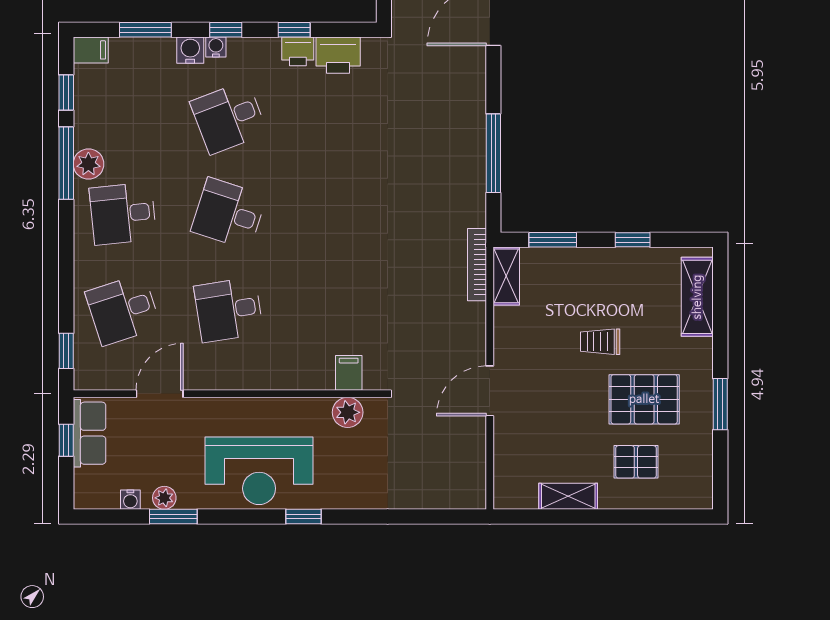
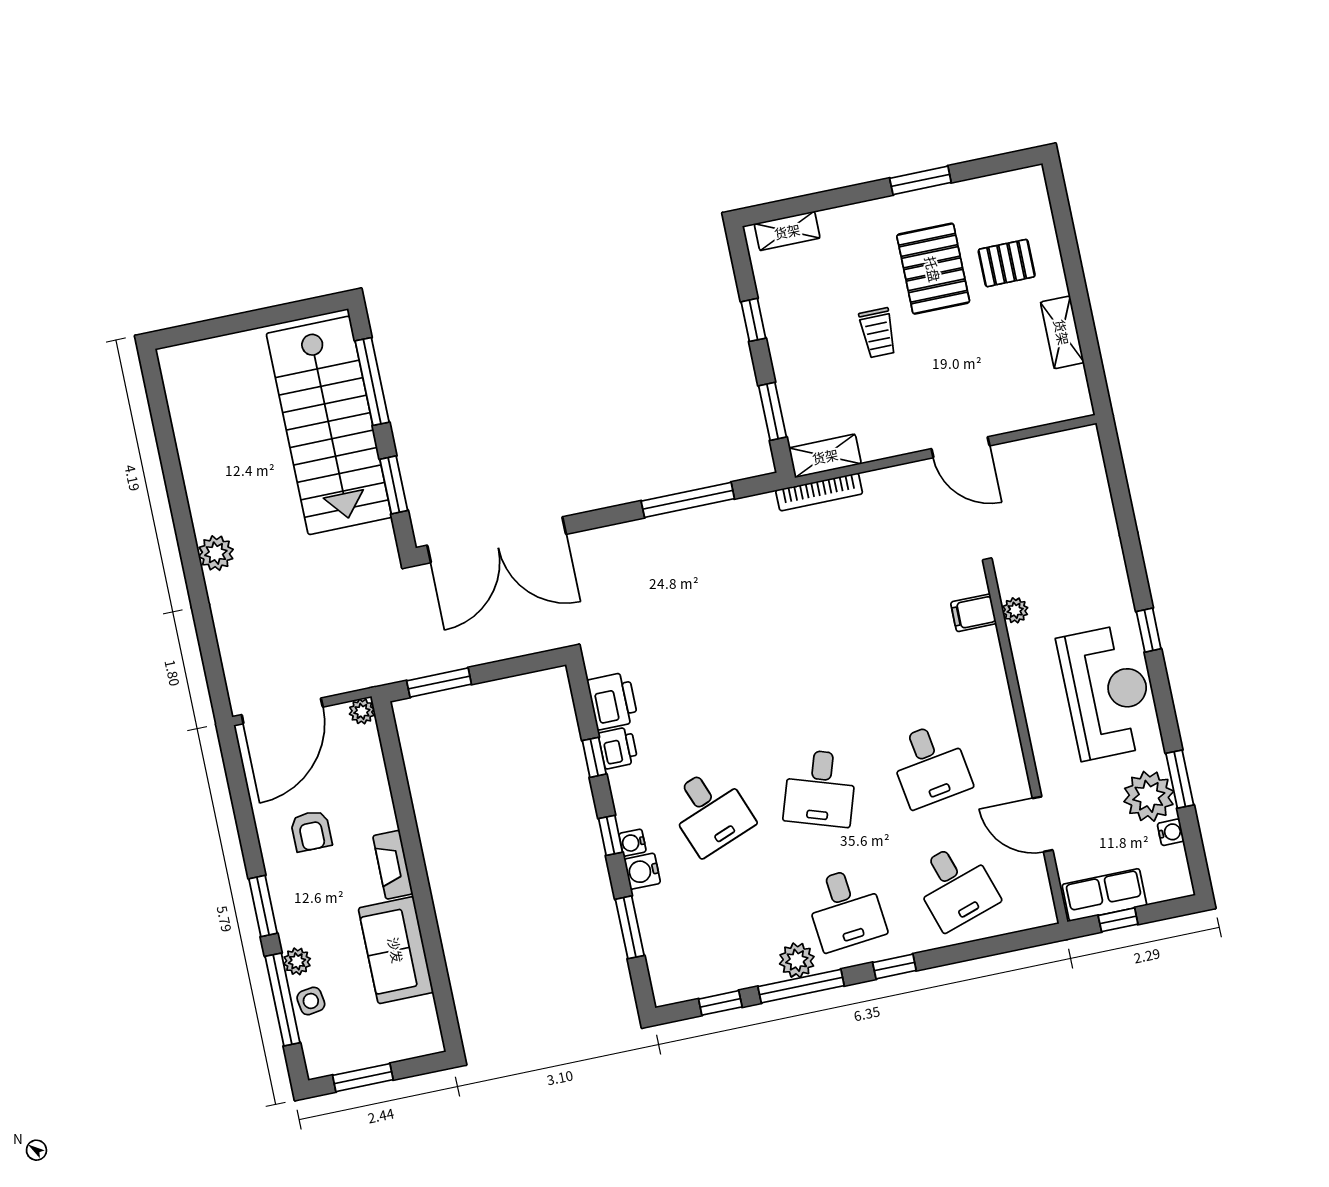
filing cabinet: (91, 50) -> (666, 985), removed
shelving: (697, 297) -> (787, 231), width x0.67, depth x0.75
window: (66, 351) -> (894, 967), moved
plant: (348, 412) -> (1015, 610), width x0.73, depth x0.73
pallet: (636, 462) -> (1007, 263), turned 90
plant: (164, 498) -> (1149, 796), width x1.88, depth x1.88

